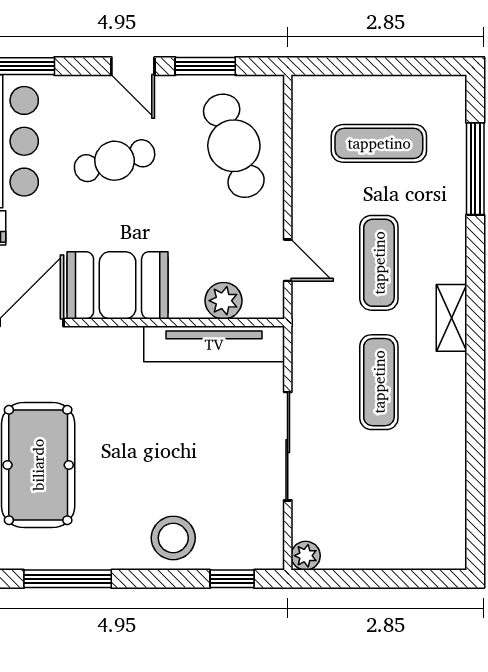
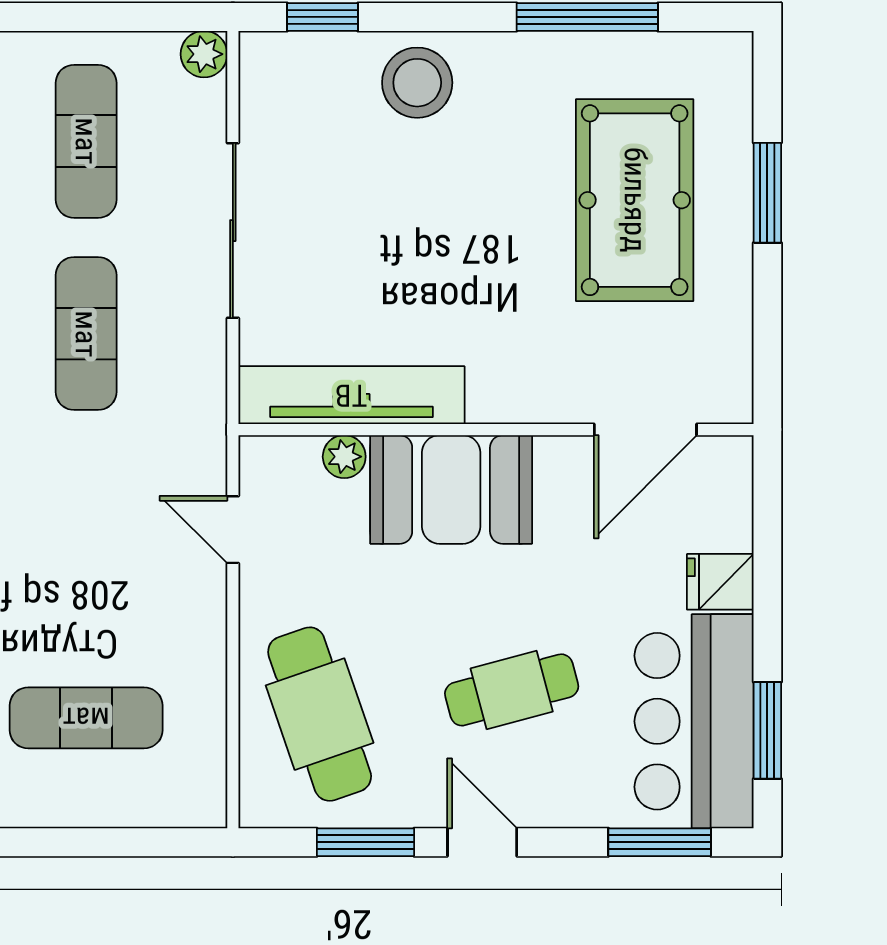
exercise mat: (379, 263) -> (86, 141), moved
booth: (118, 285) -> (451, 489), moved
plant: (224, 301) -> (344, 457), width x0.73, depth x0.73

